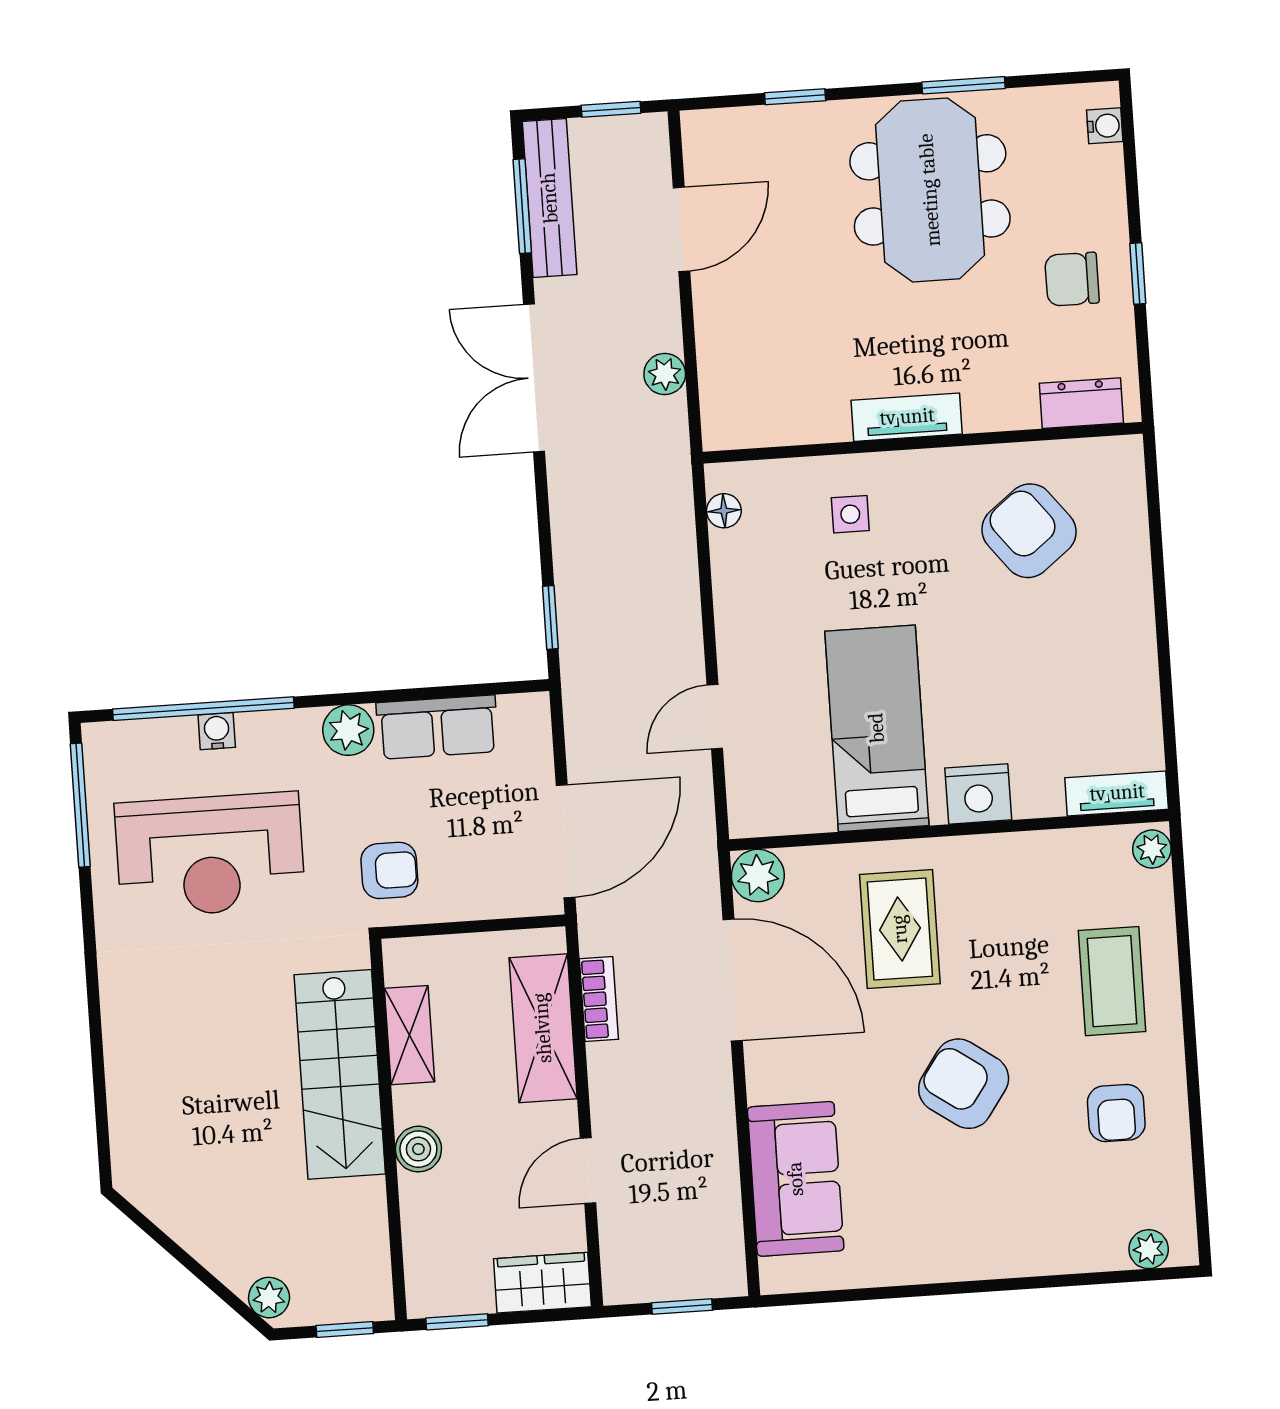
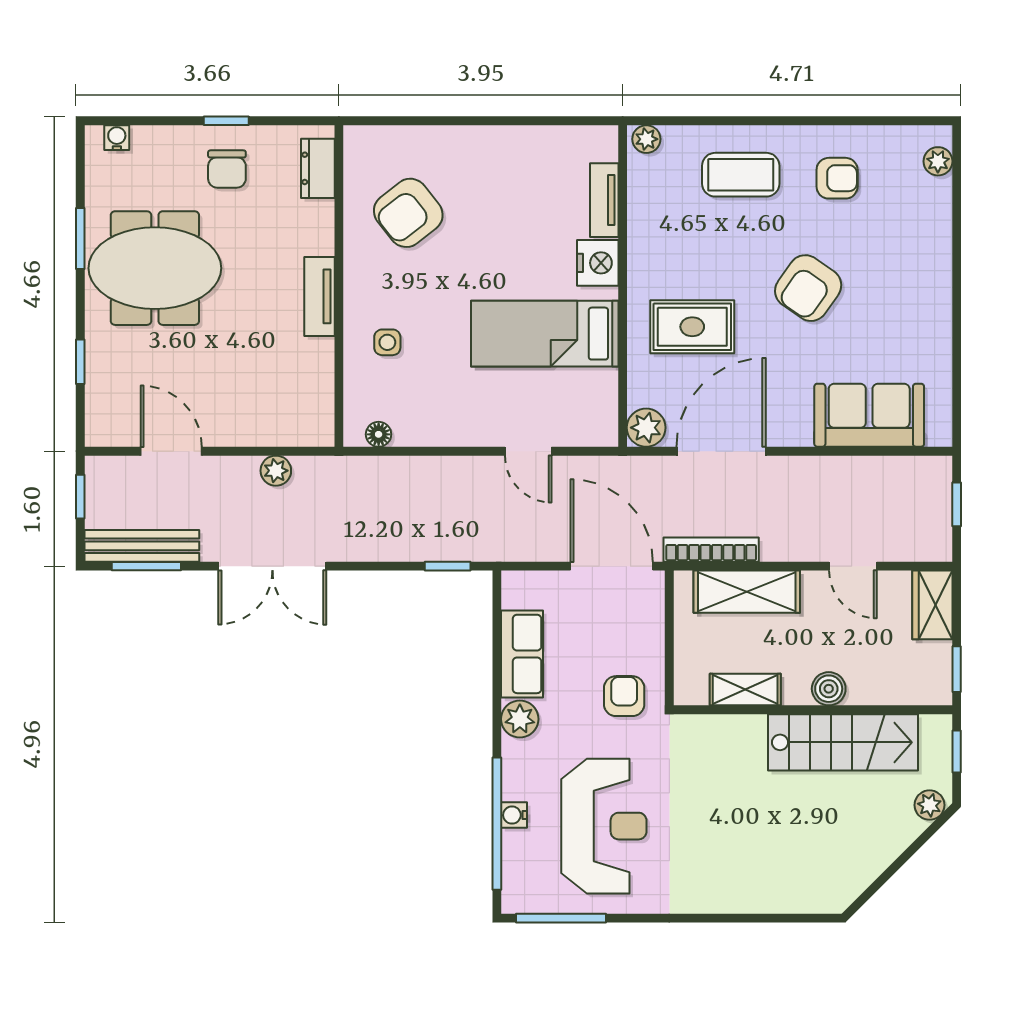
tv unit: (1117, 793) -> (604, 200), moved
bookcase: (599, 999) -> (711, 550), width x1.56
stairs: (340, 1074) -> (843, 742), moved

